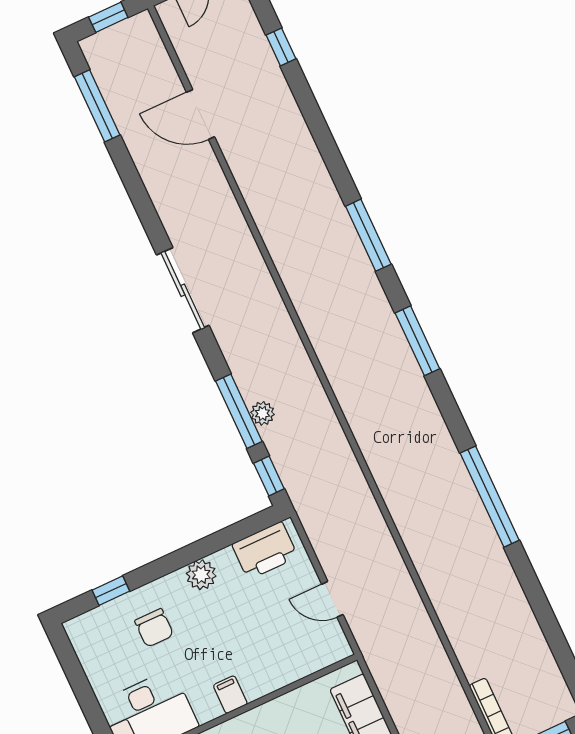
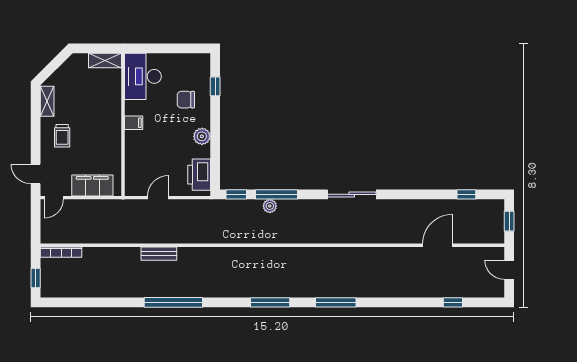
window: (97, 106) -> (466, 194), width x0.46
bench: (422, 556) -> (159, 254), added

